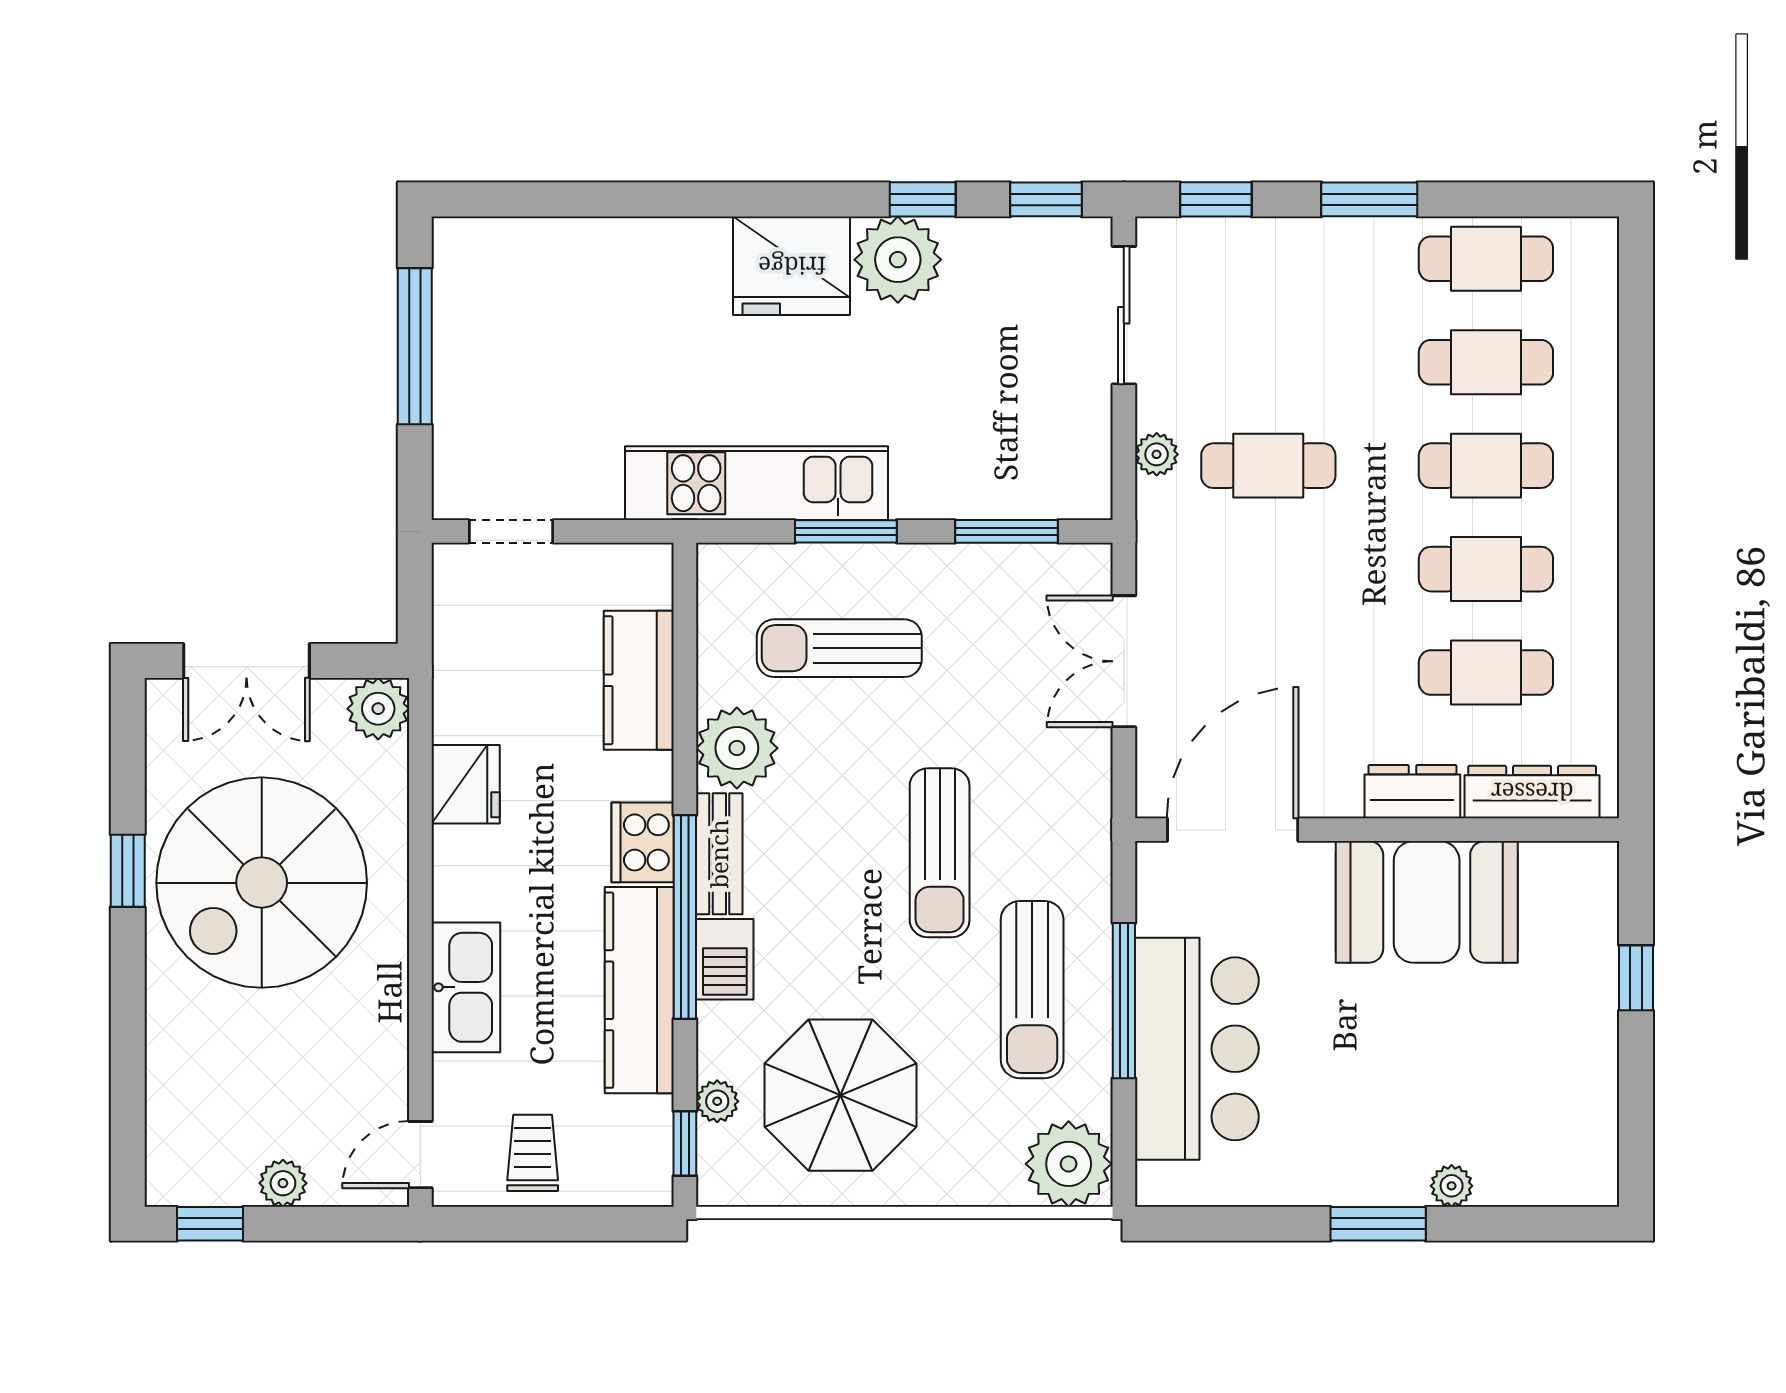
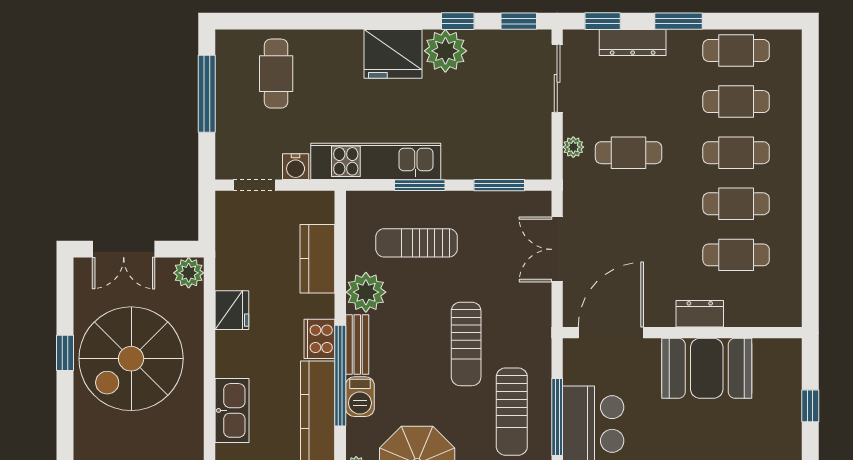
cafe table: (555, 306) -> (276, 74), added
water cooler: (594, 494) -> (296, 167), added
dresser: (1532, 792) -> (633, 42), moved, turned 180

